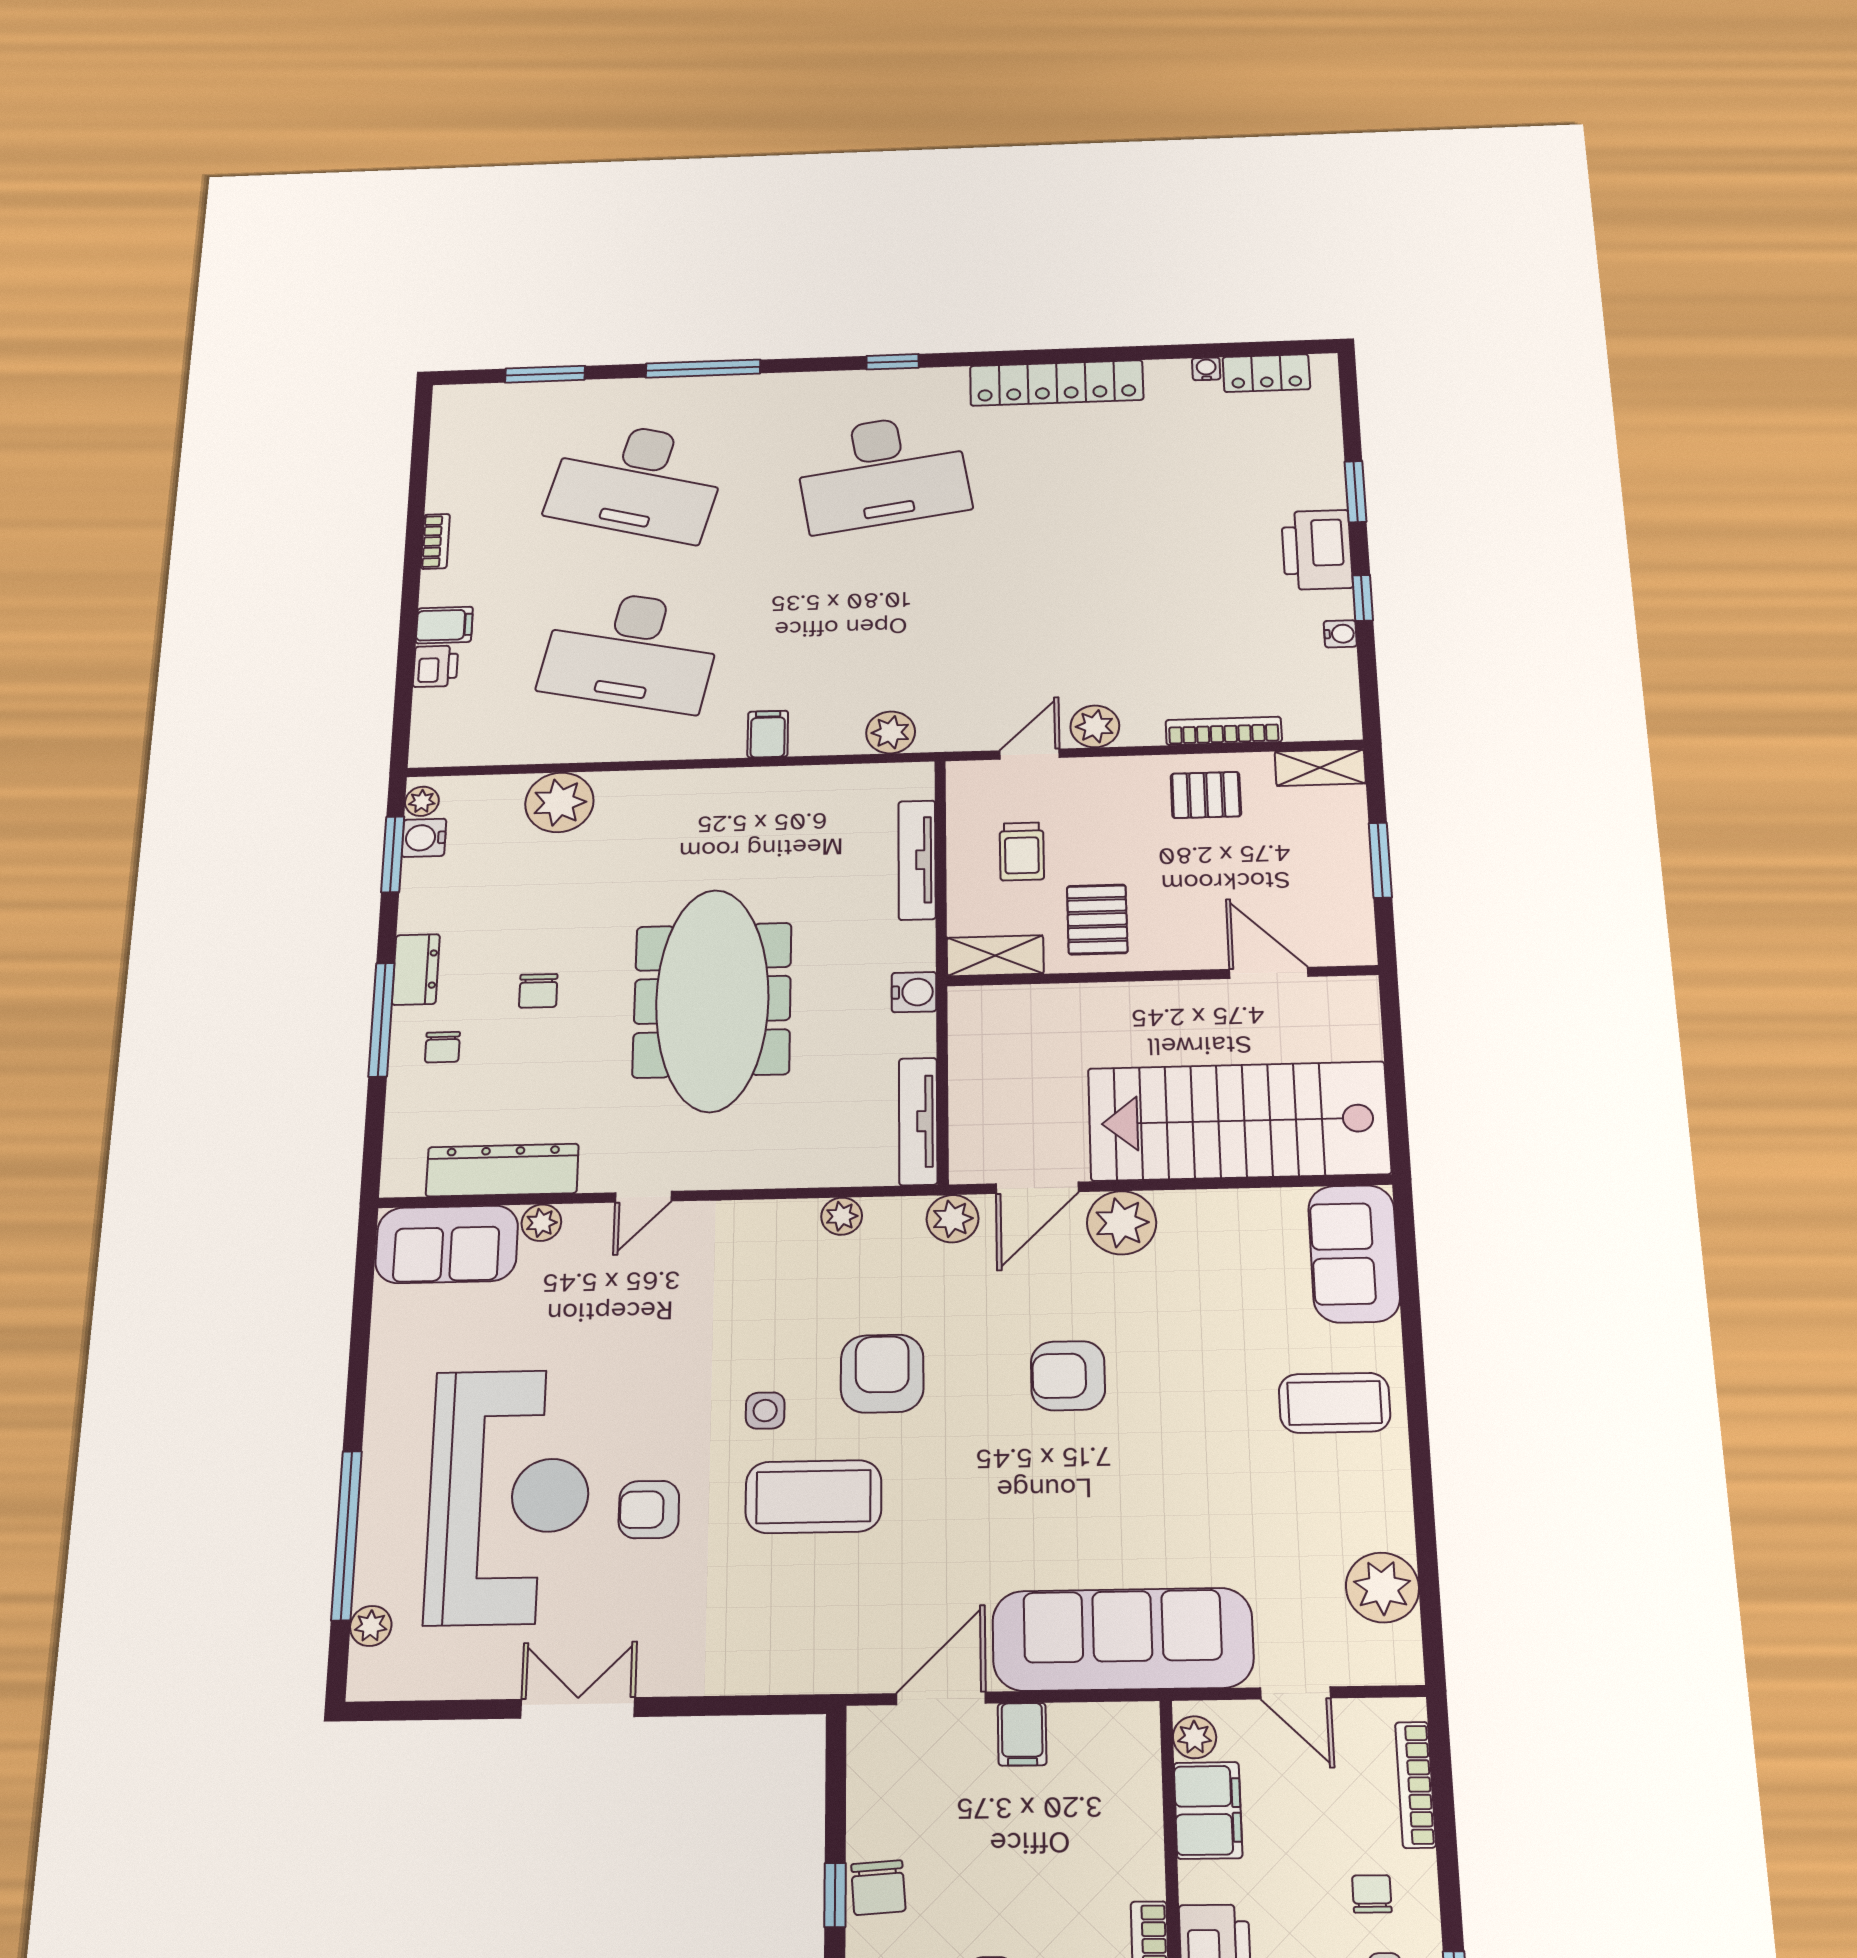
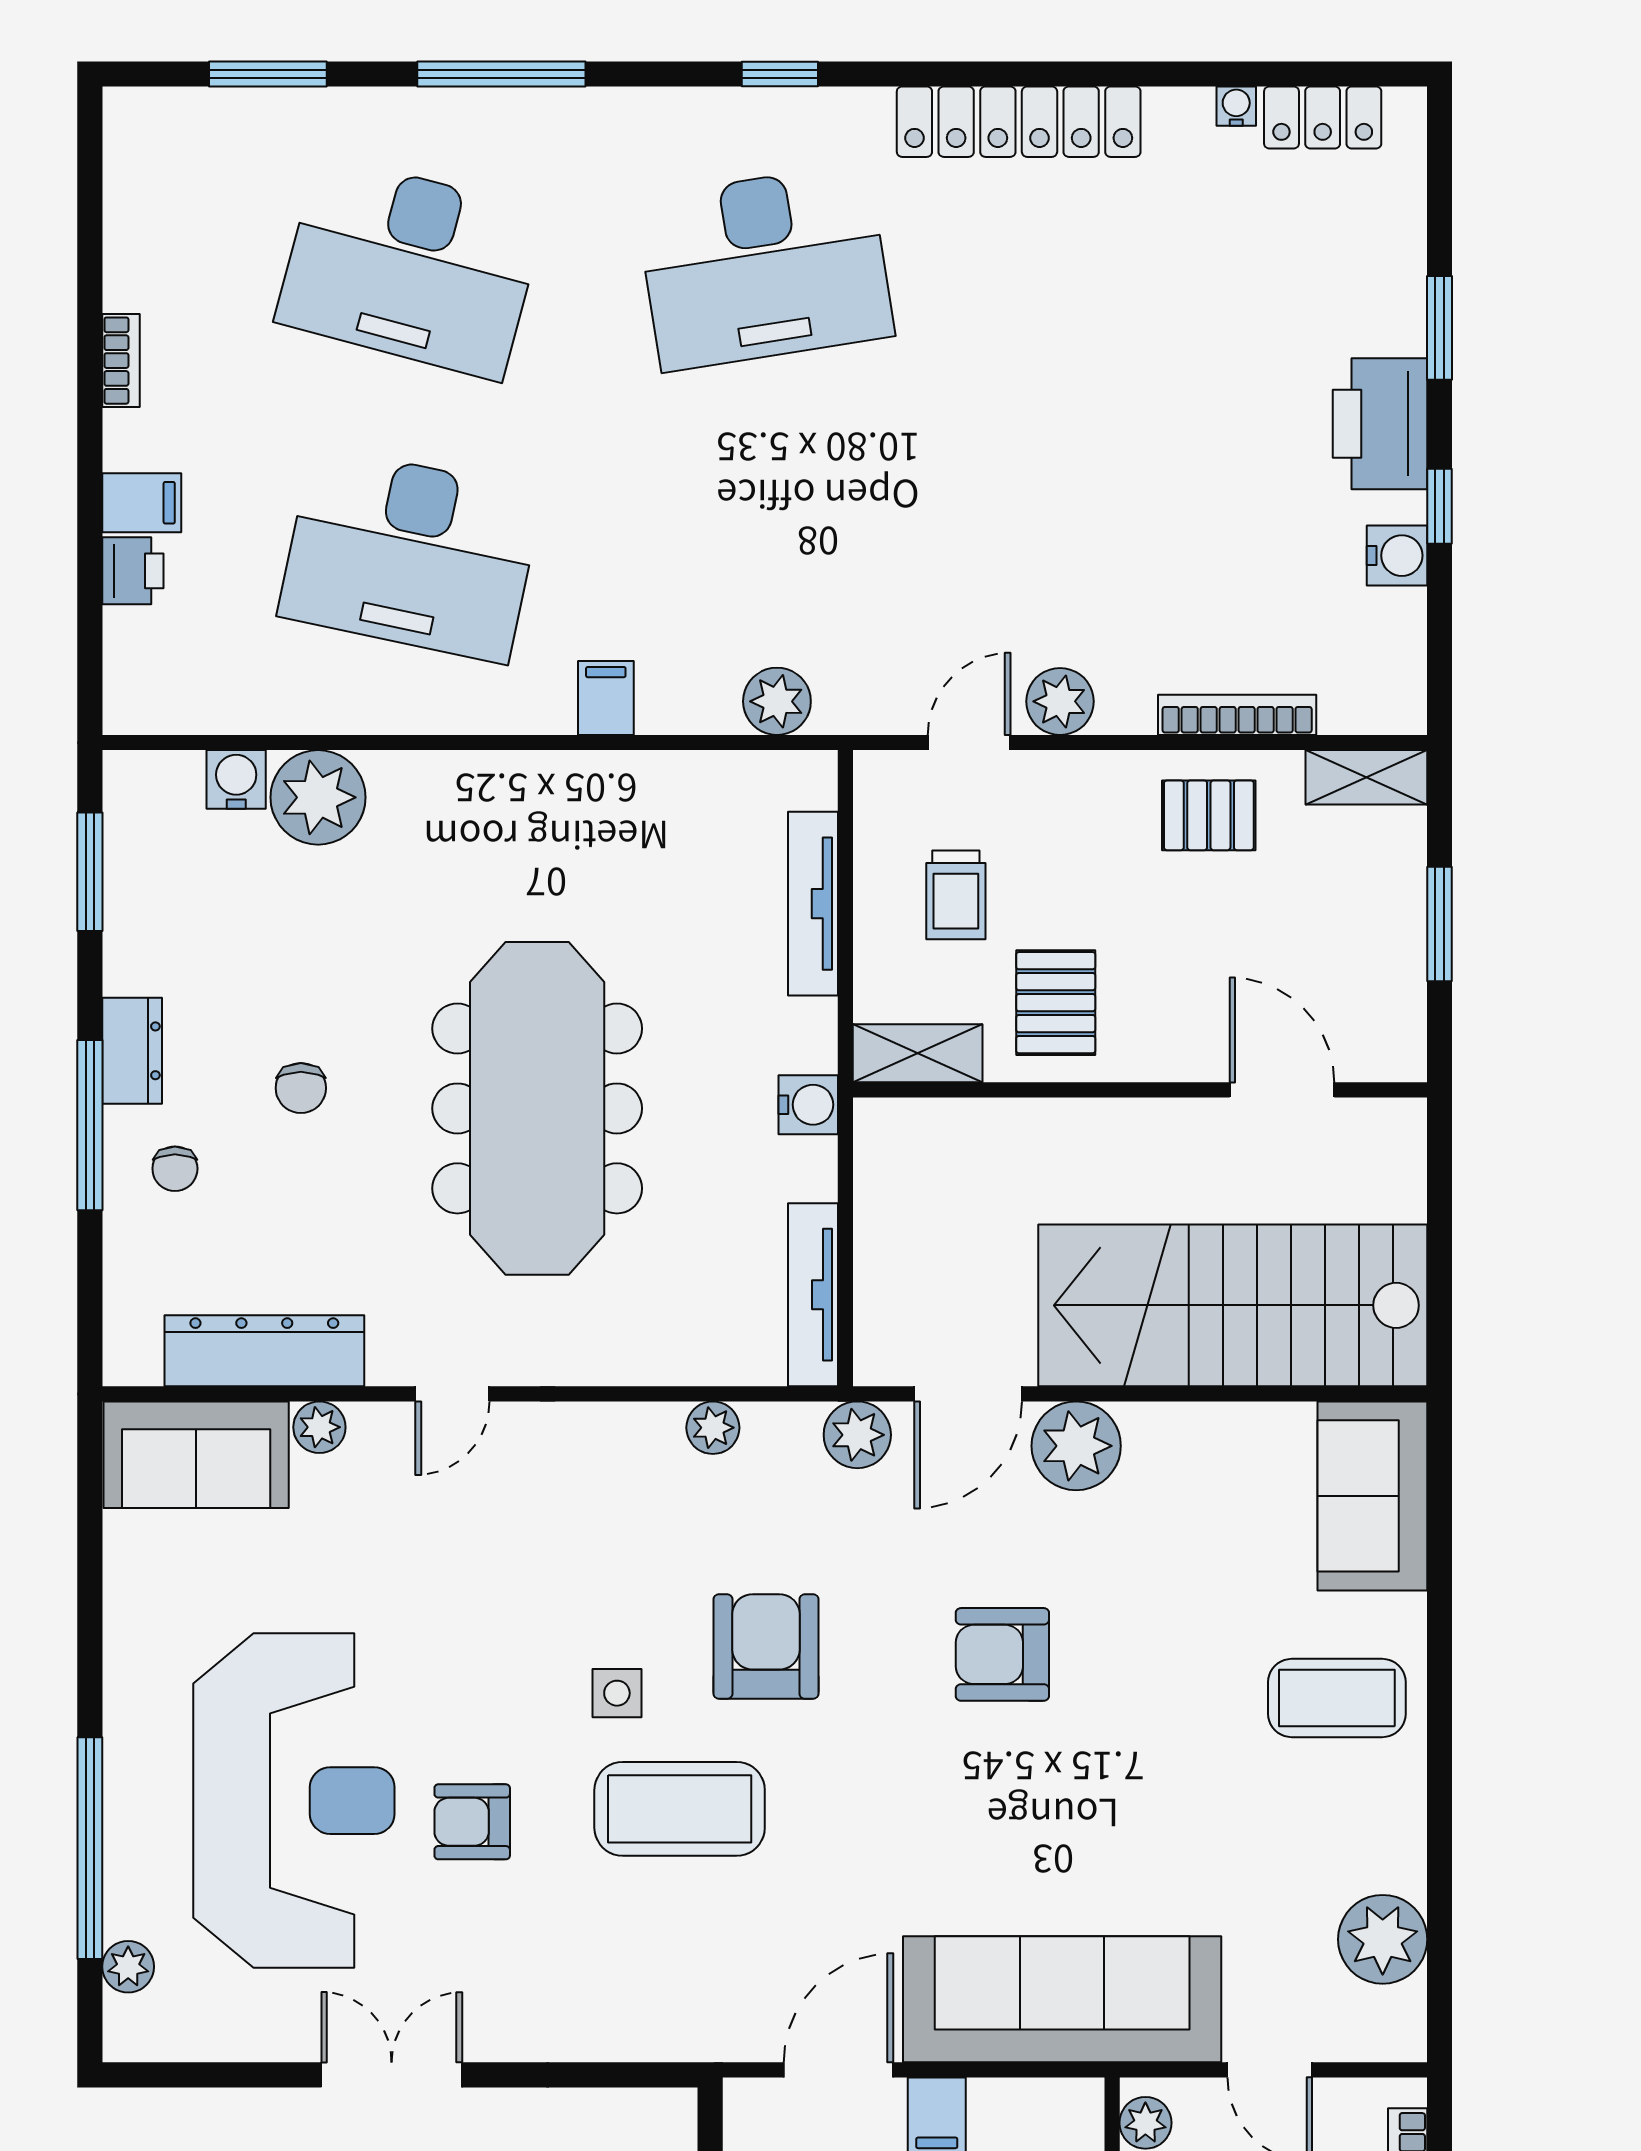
water cooler: (1340, 634) -> (1397, 556), width x1.38, depth x1.38
plant: (422, 801) -> (126, 789), removed
water cooler: (424, 838) -> (236, 779), moved, turned 90

